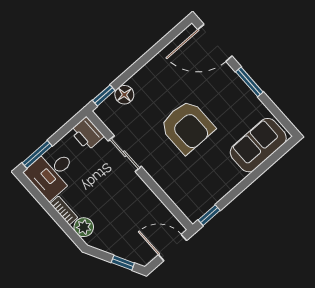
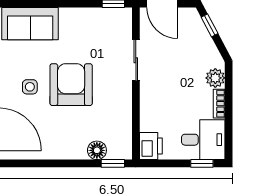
side table: (217, 98) -> (30, 87), added
window: (37, 154) -> (202, 163), width x0.67
sliding door: (125, 154) -> (136, 60), moved

